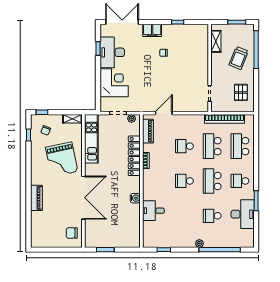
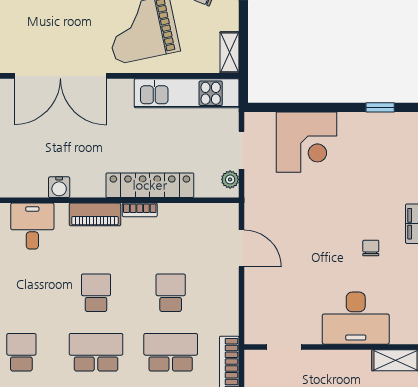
desk: (112, 52) -> (356, 318), moved, turned 180
piano: (148, 131) -> (95, 214), moved

